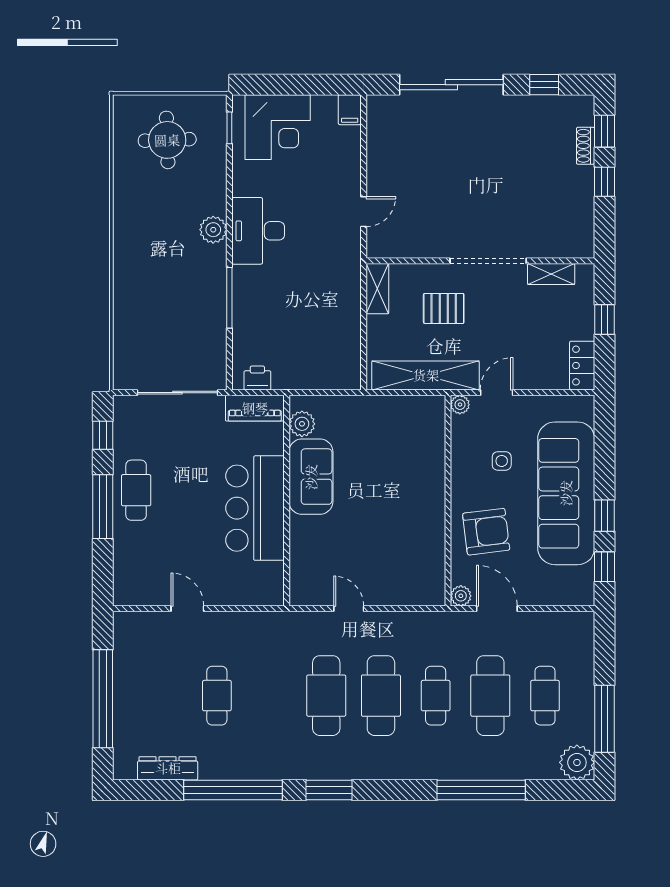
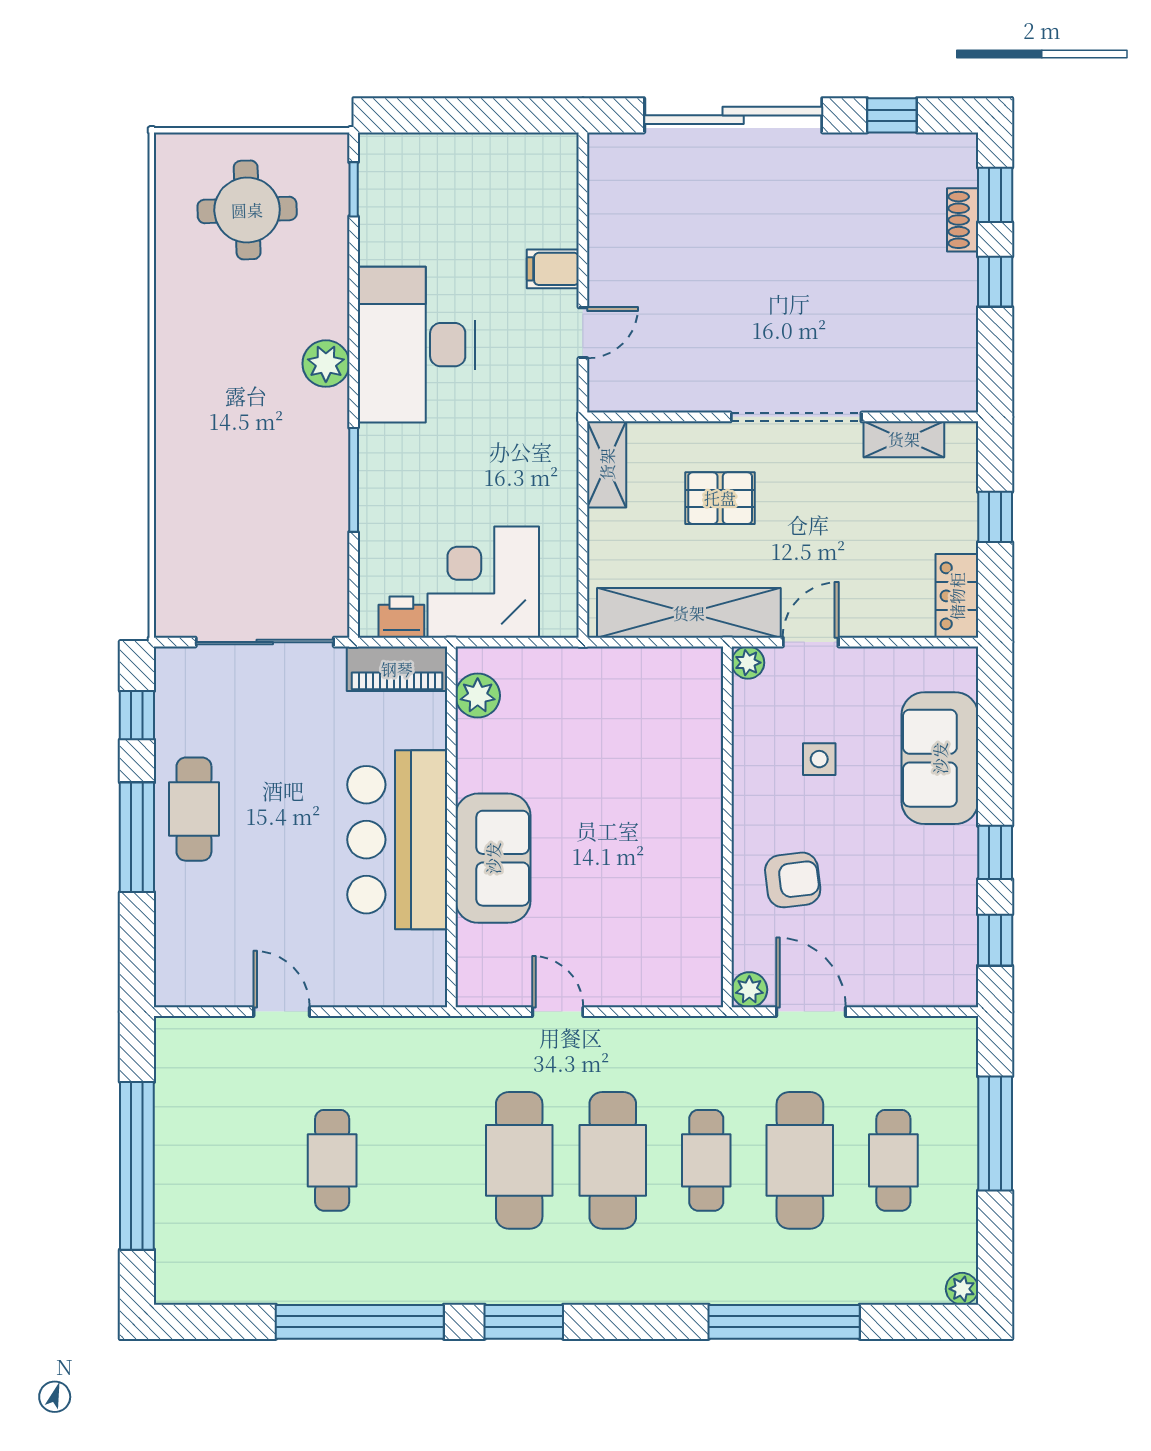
filing cabinet: (350, 110) -> (553, 269), moved, turned 90
corner desk: (278, 127) -> (483, 582), moved, turned 180
desk: (258, 231) -> (416, 345), width x1.36, depth x1.30
sofa: (311, 477) -> (493, 858), moved
sofa: (566, 493) -> (940, 758), width x0.54, depth x0.79
armchair: (486, 532) -> (793, 880), width x0.72, depth x0.72
window: (604, 719) -> (995, 1133), moved
plant: (577, 762) -> (962, 1289), width x0.53, depth x0.53
dresser: (168, 768) -> (248, 1285), removed

